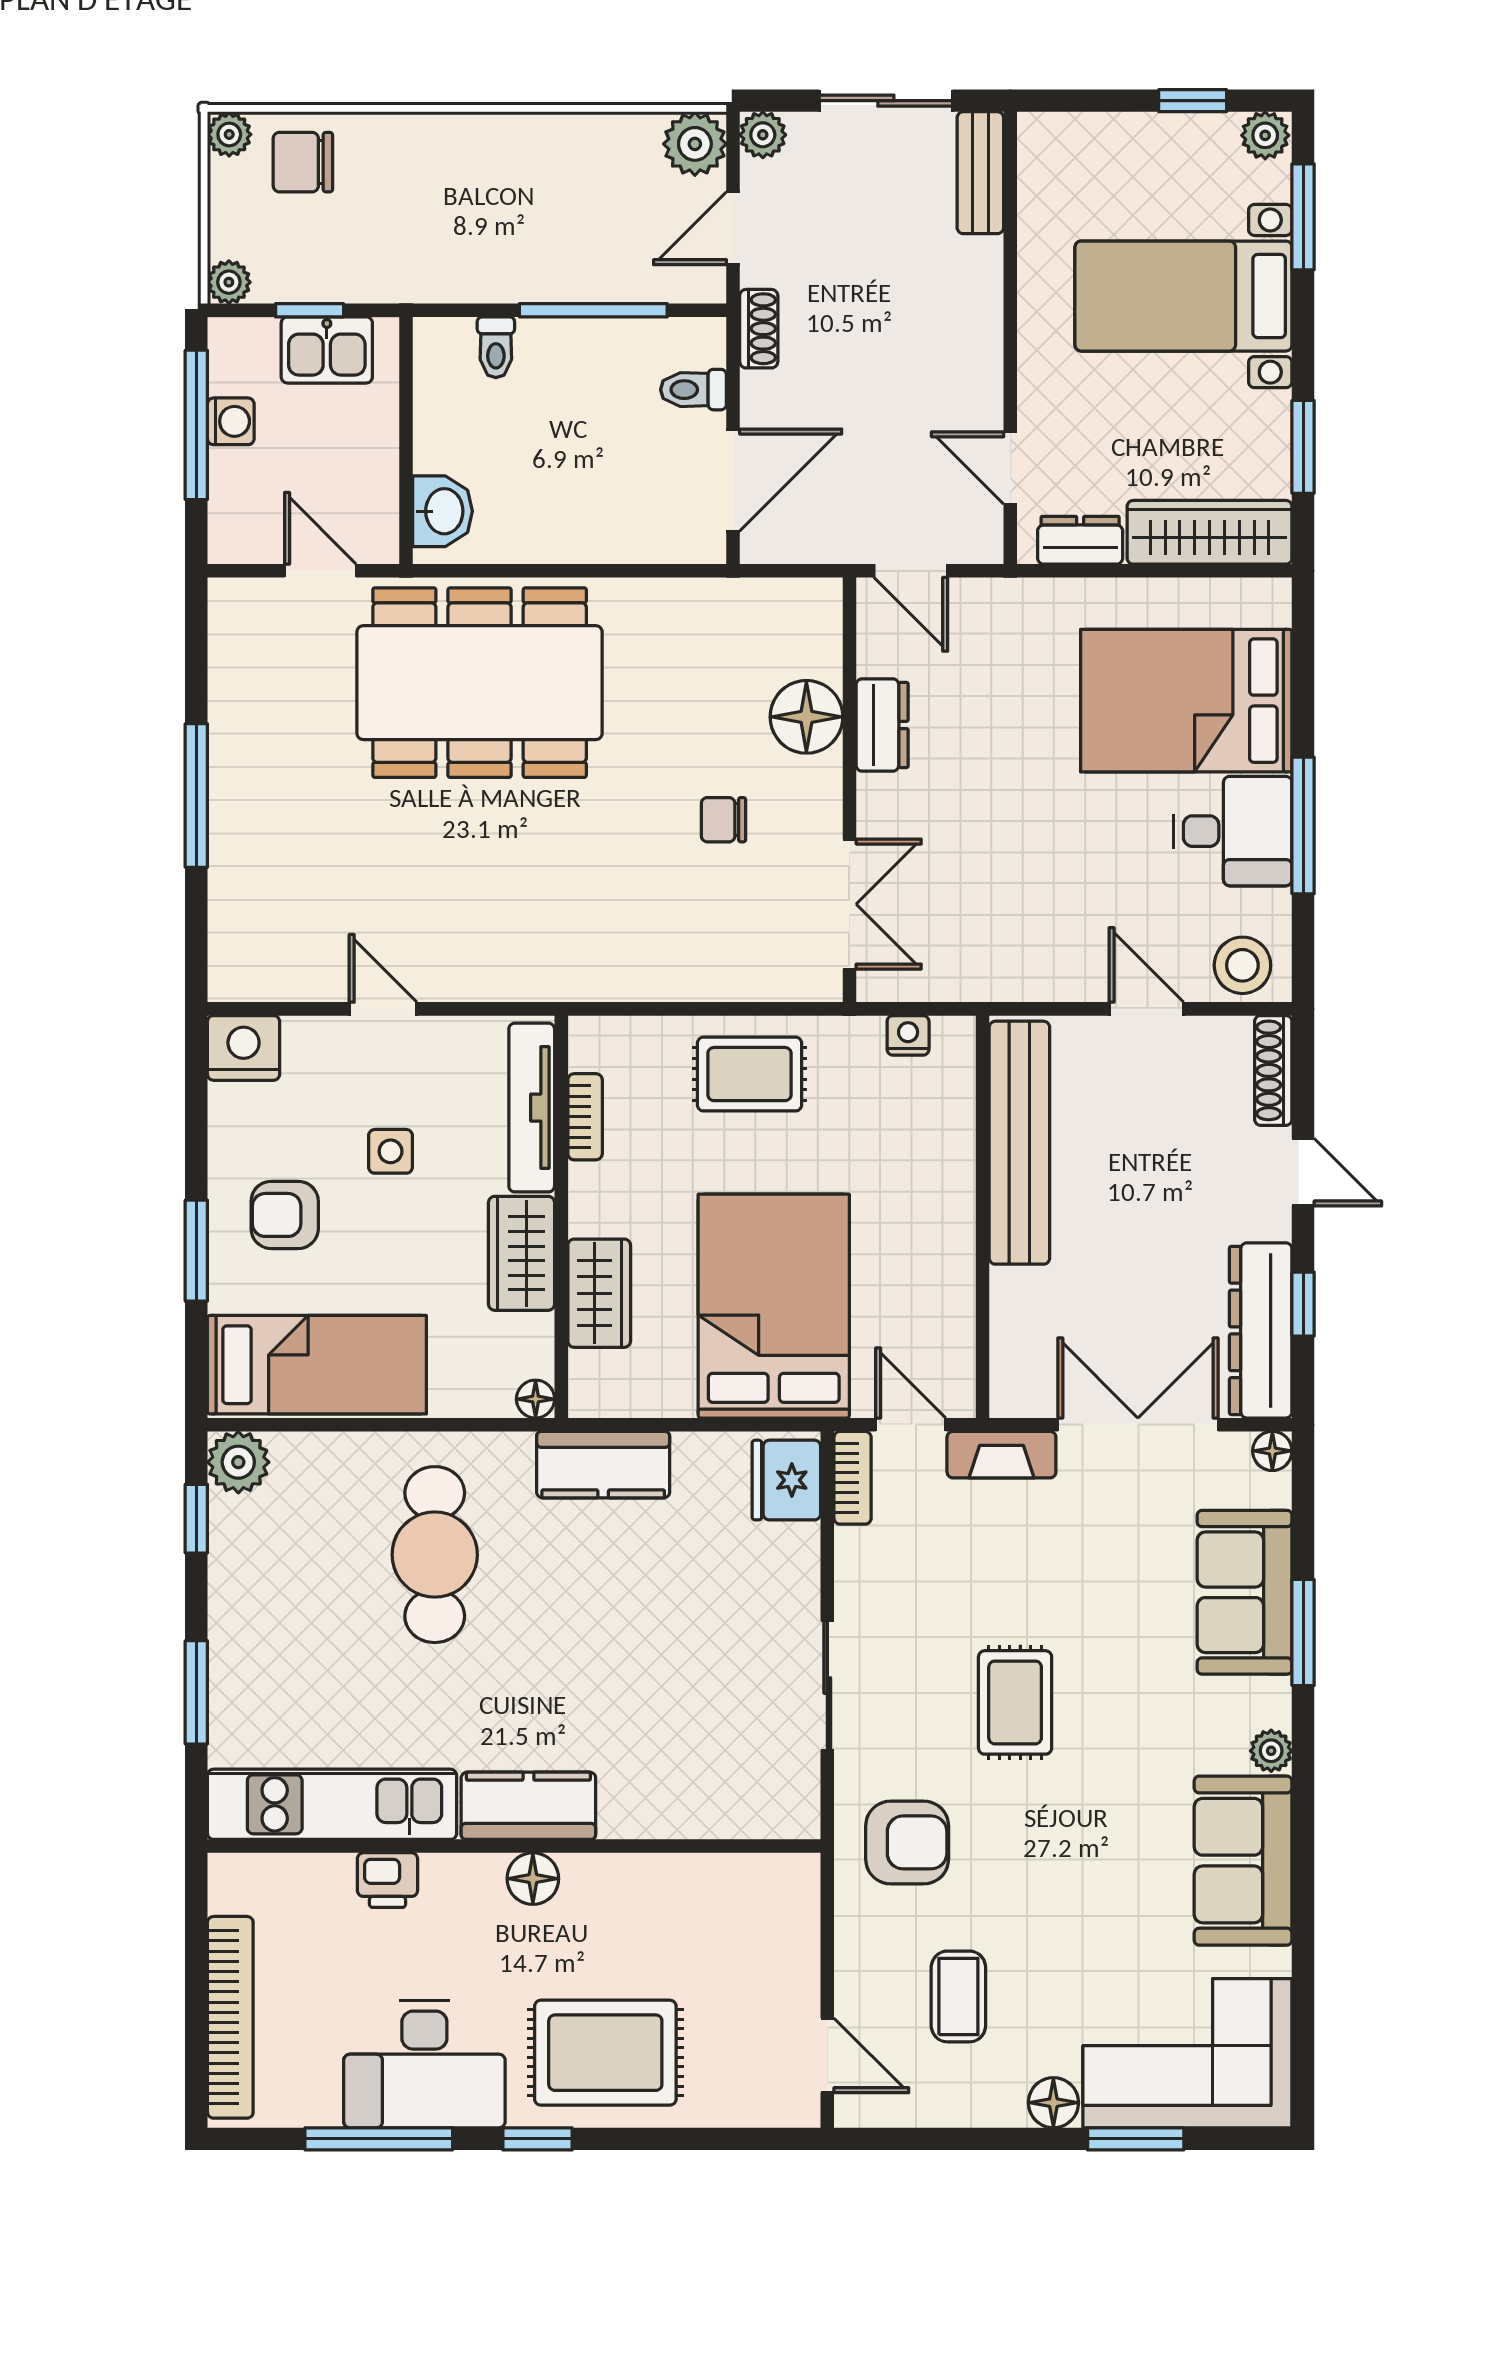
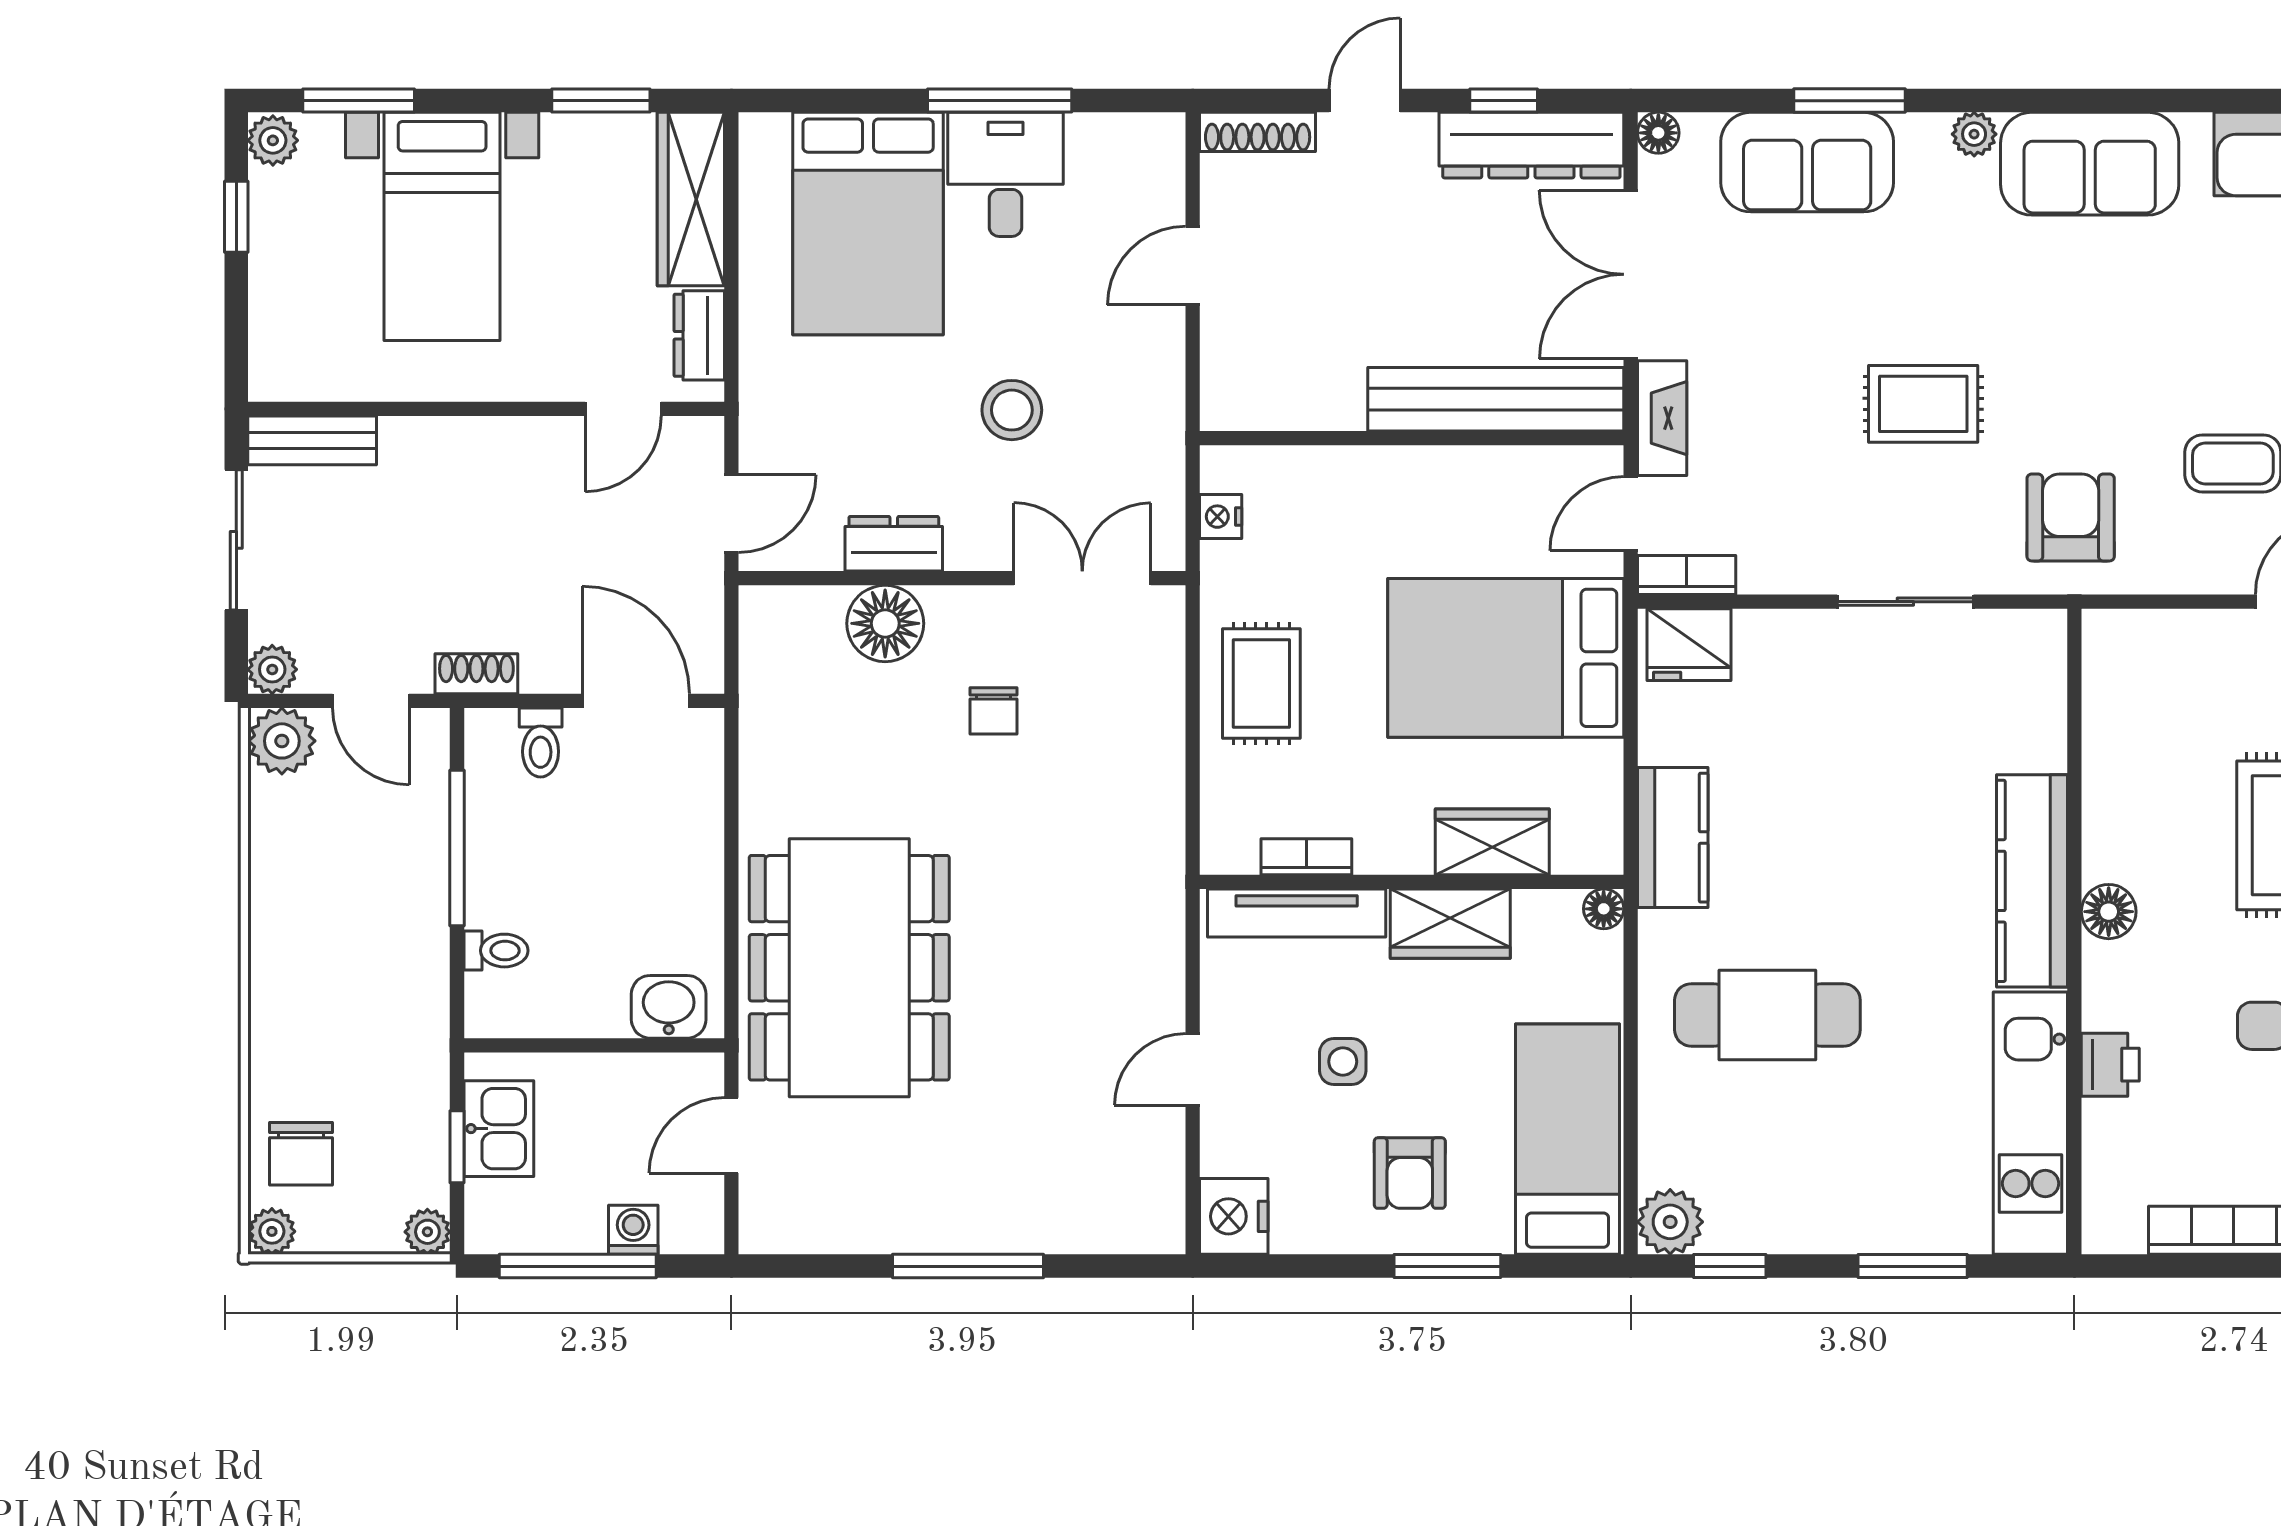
washing machine: (231, 421) -> (633, 1230), moved
stool: (1242, 965) -> (1012, 410), moved
bench: (1019, 1143) -> (1496, 399), moved
kitchen counter: (528, 1806) -> (2032, 881), width x1.50

